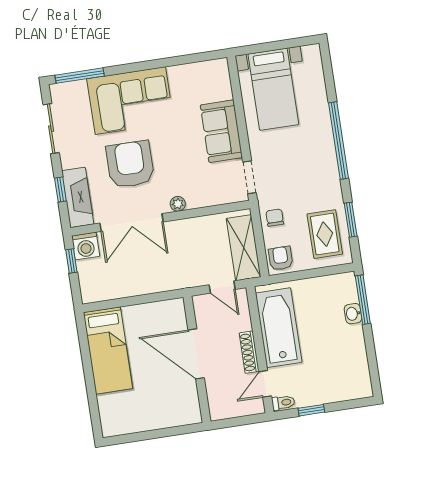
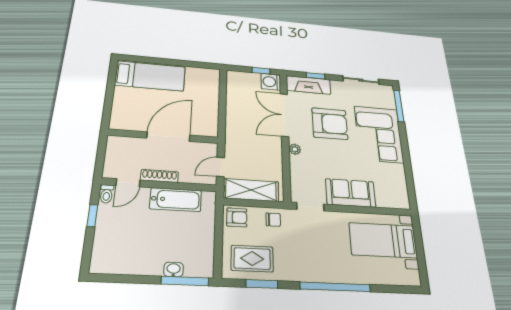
bathtub: (279, 328) -> (176, 200), width x0.73, depth x0.73
bed: (108, 351) -> (150, 76), moved, turned 180
door: (265, 384) -> (128, 183), swing flipped

